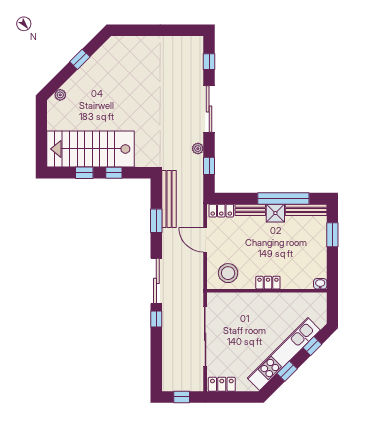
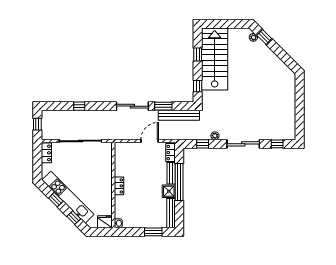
window: (80, 59) -> (264, 37), moved
window: (114, 173) -> (198, 86), moved
window: (283, 199) -> (179, 182), moved
stool: (228, 273) -> (126, 157), removed
sliding door: (156, 281) -> (132, 106), moved
fridge: (318, 302) -> (105, 222), added
window: (156, 319) -> (79, 106), moved

